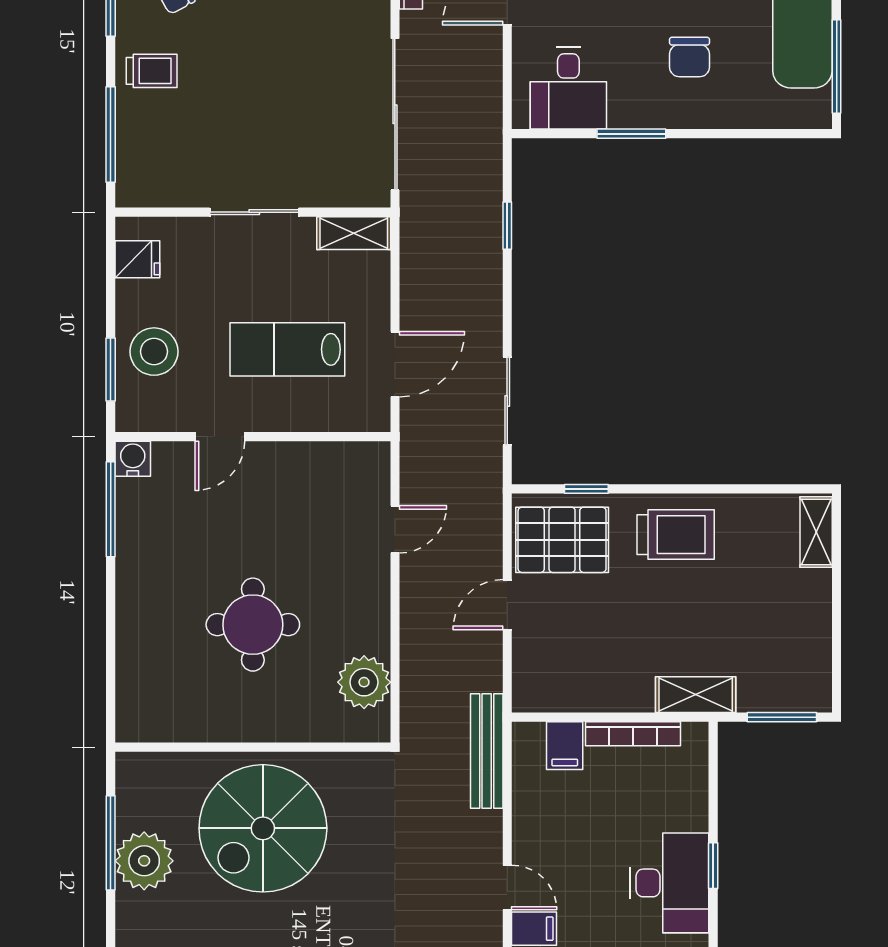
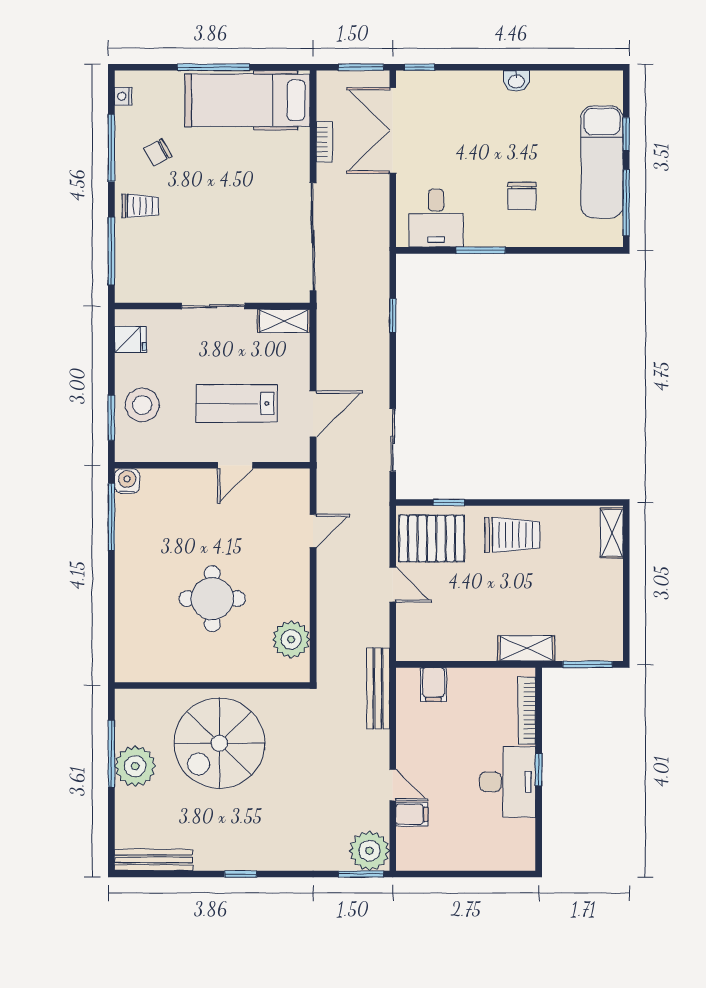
door: (220, 437) -> (235, 465), moved
door: (507, 605) -> (393, 584), swing flipped
bookcase: (633, 734) -> (527, 711), moved, turned 90

